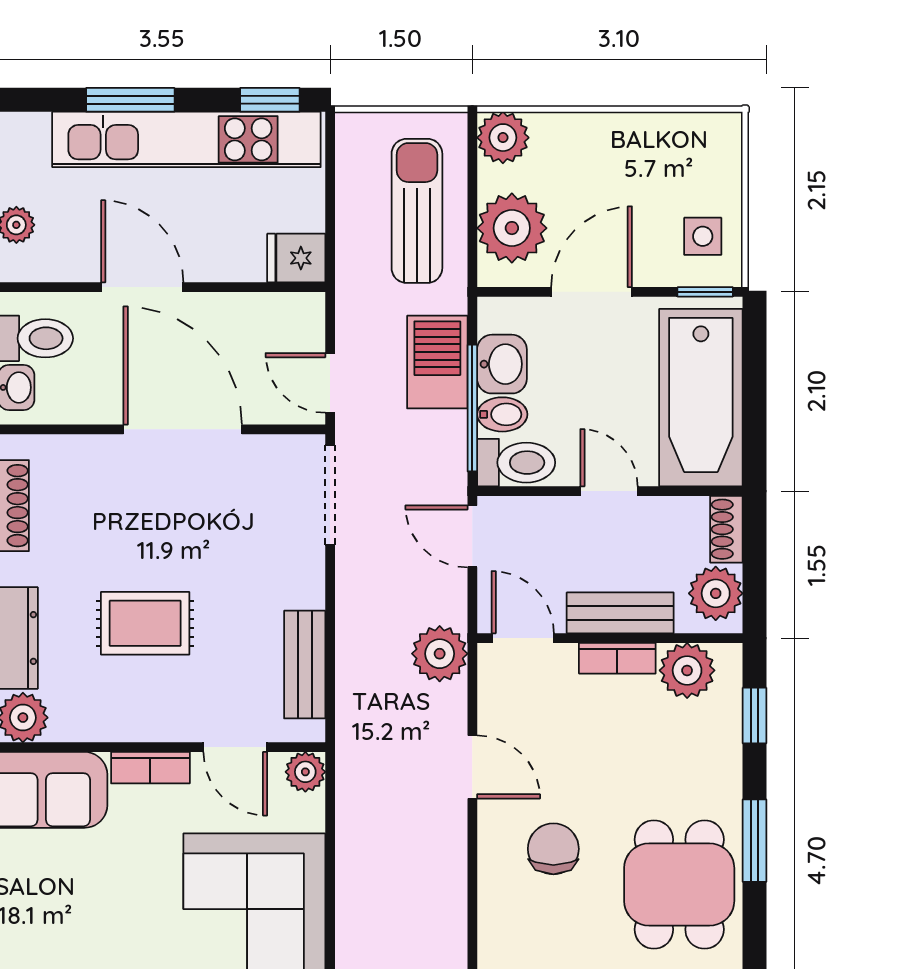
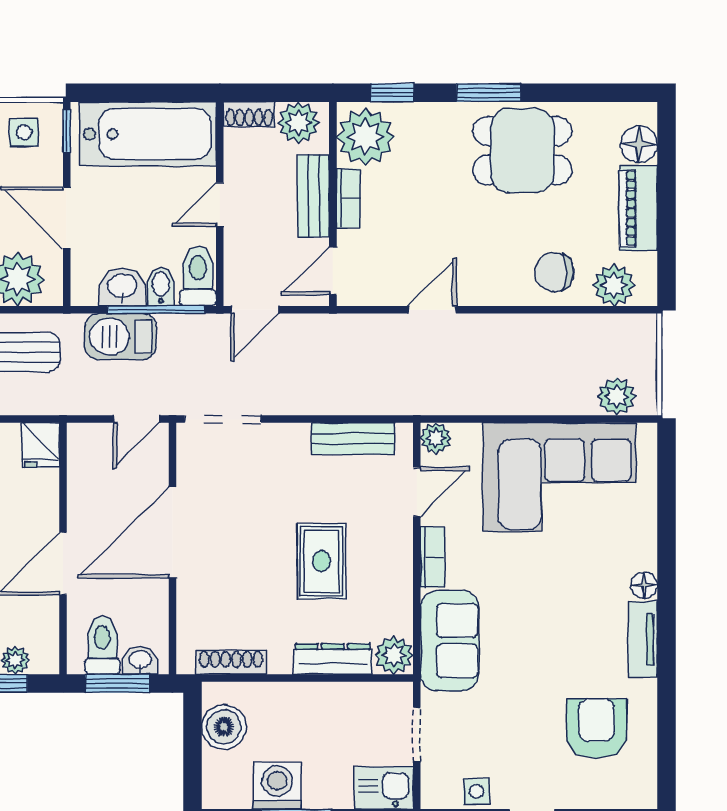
plant: (440, 654) -> (345, 335), removed
plant: (687, 670) -> (366, 137), width x1.36, depth x1.36
chair: (553, 849) -> (554, 272), moved

